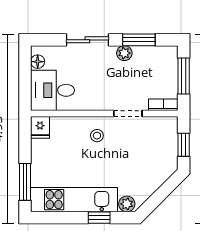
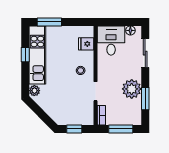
sliding door: (87, 40) -> (145, 53), moved
plant: (124, 53) -> (132, 89), width x1.87, depth x1.87
fridge: (40, 127) -> (86, 44), moved
window: (99, 218) -> (25, 55), moved

